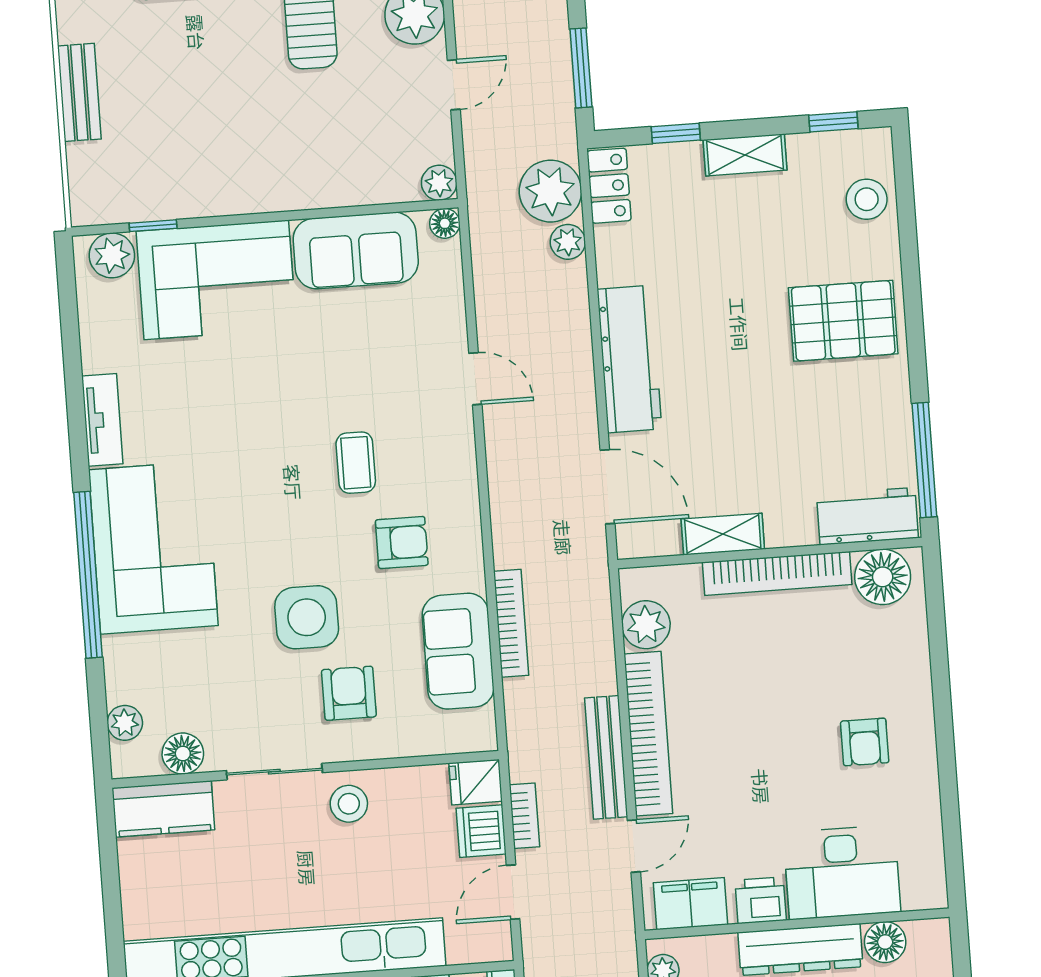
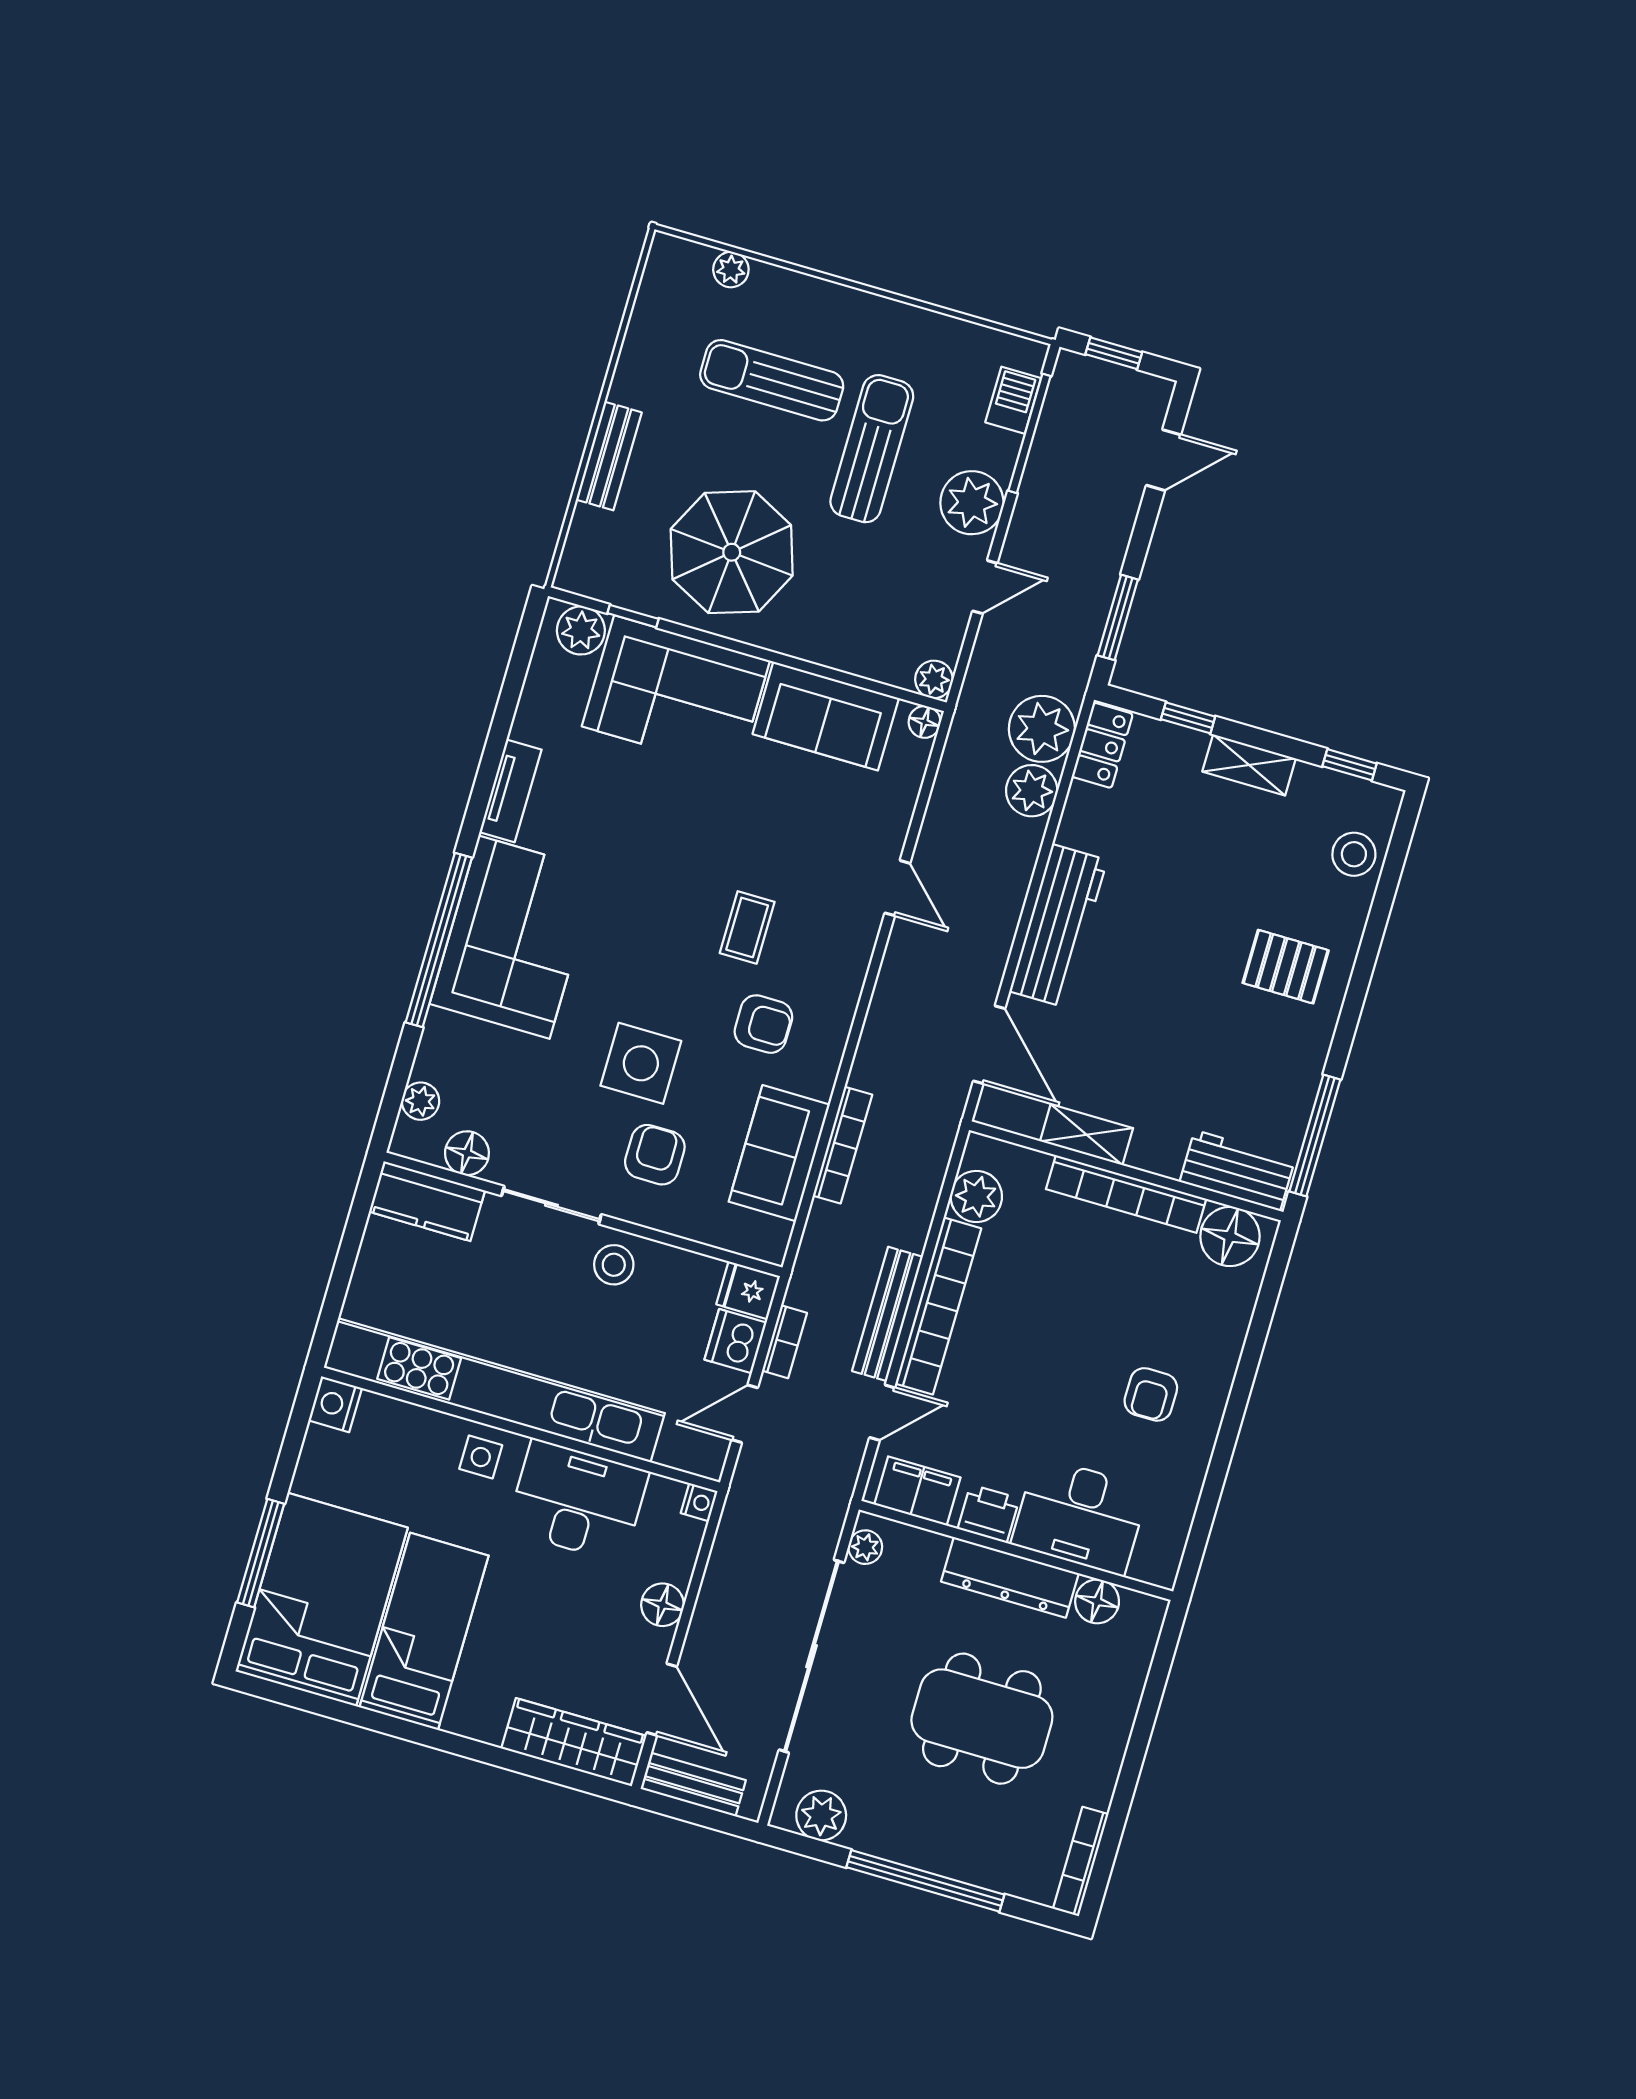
parasol: (219, 137) -> (732, 552), added
plant: (568, 242) -> (1032, 791), width x1.38, depth x1.38
pallet: (843, 321) -> (1286, 967), width x0.67, depth x0.71

